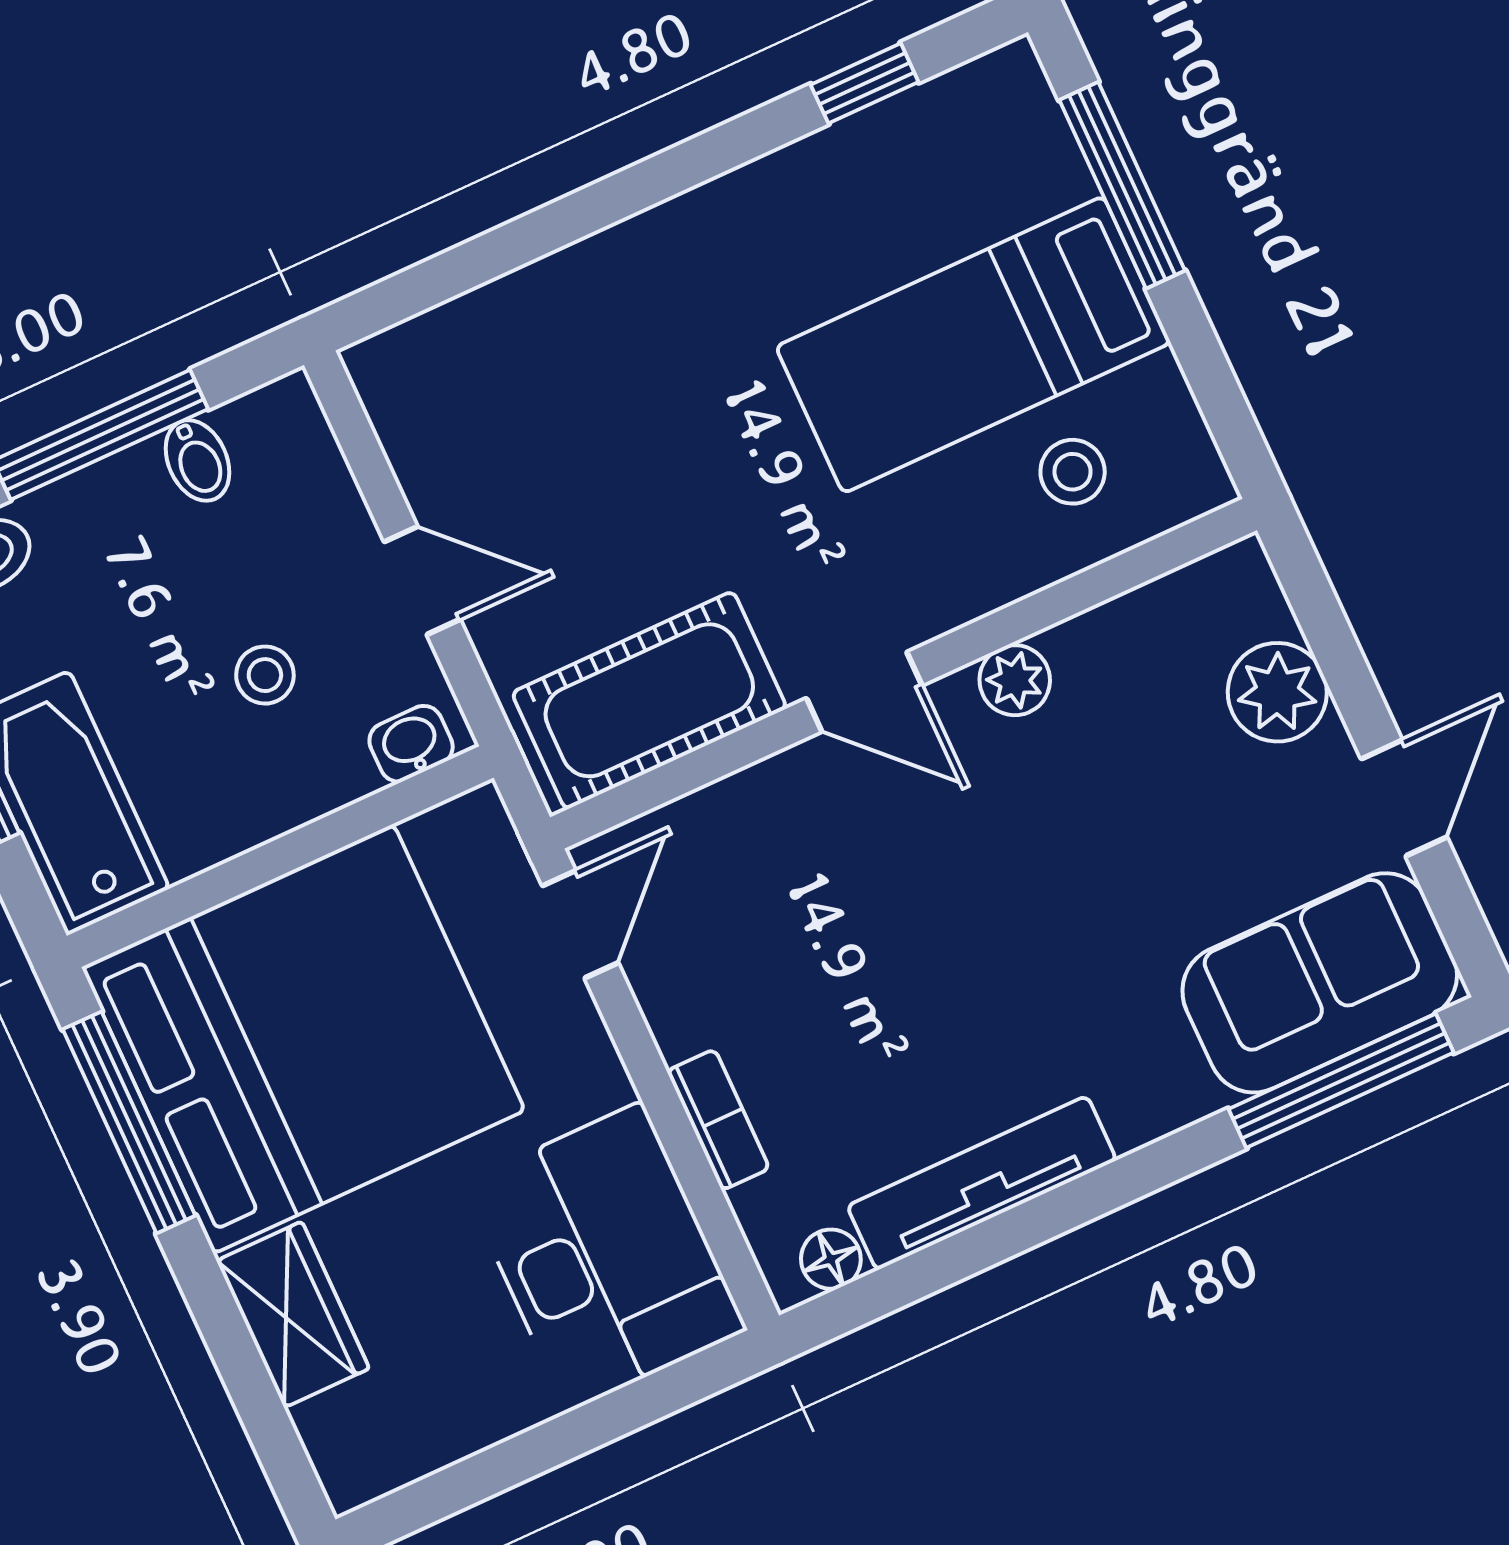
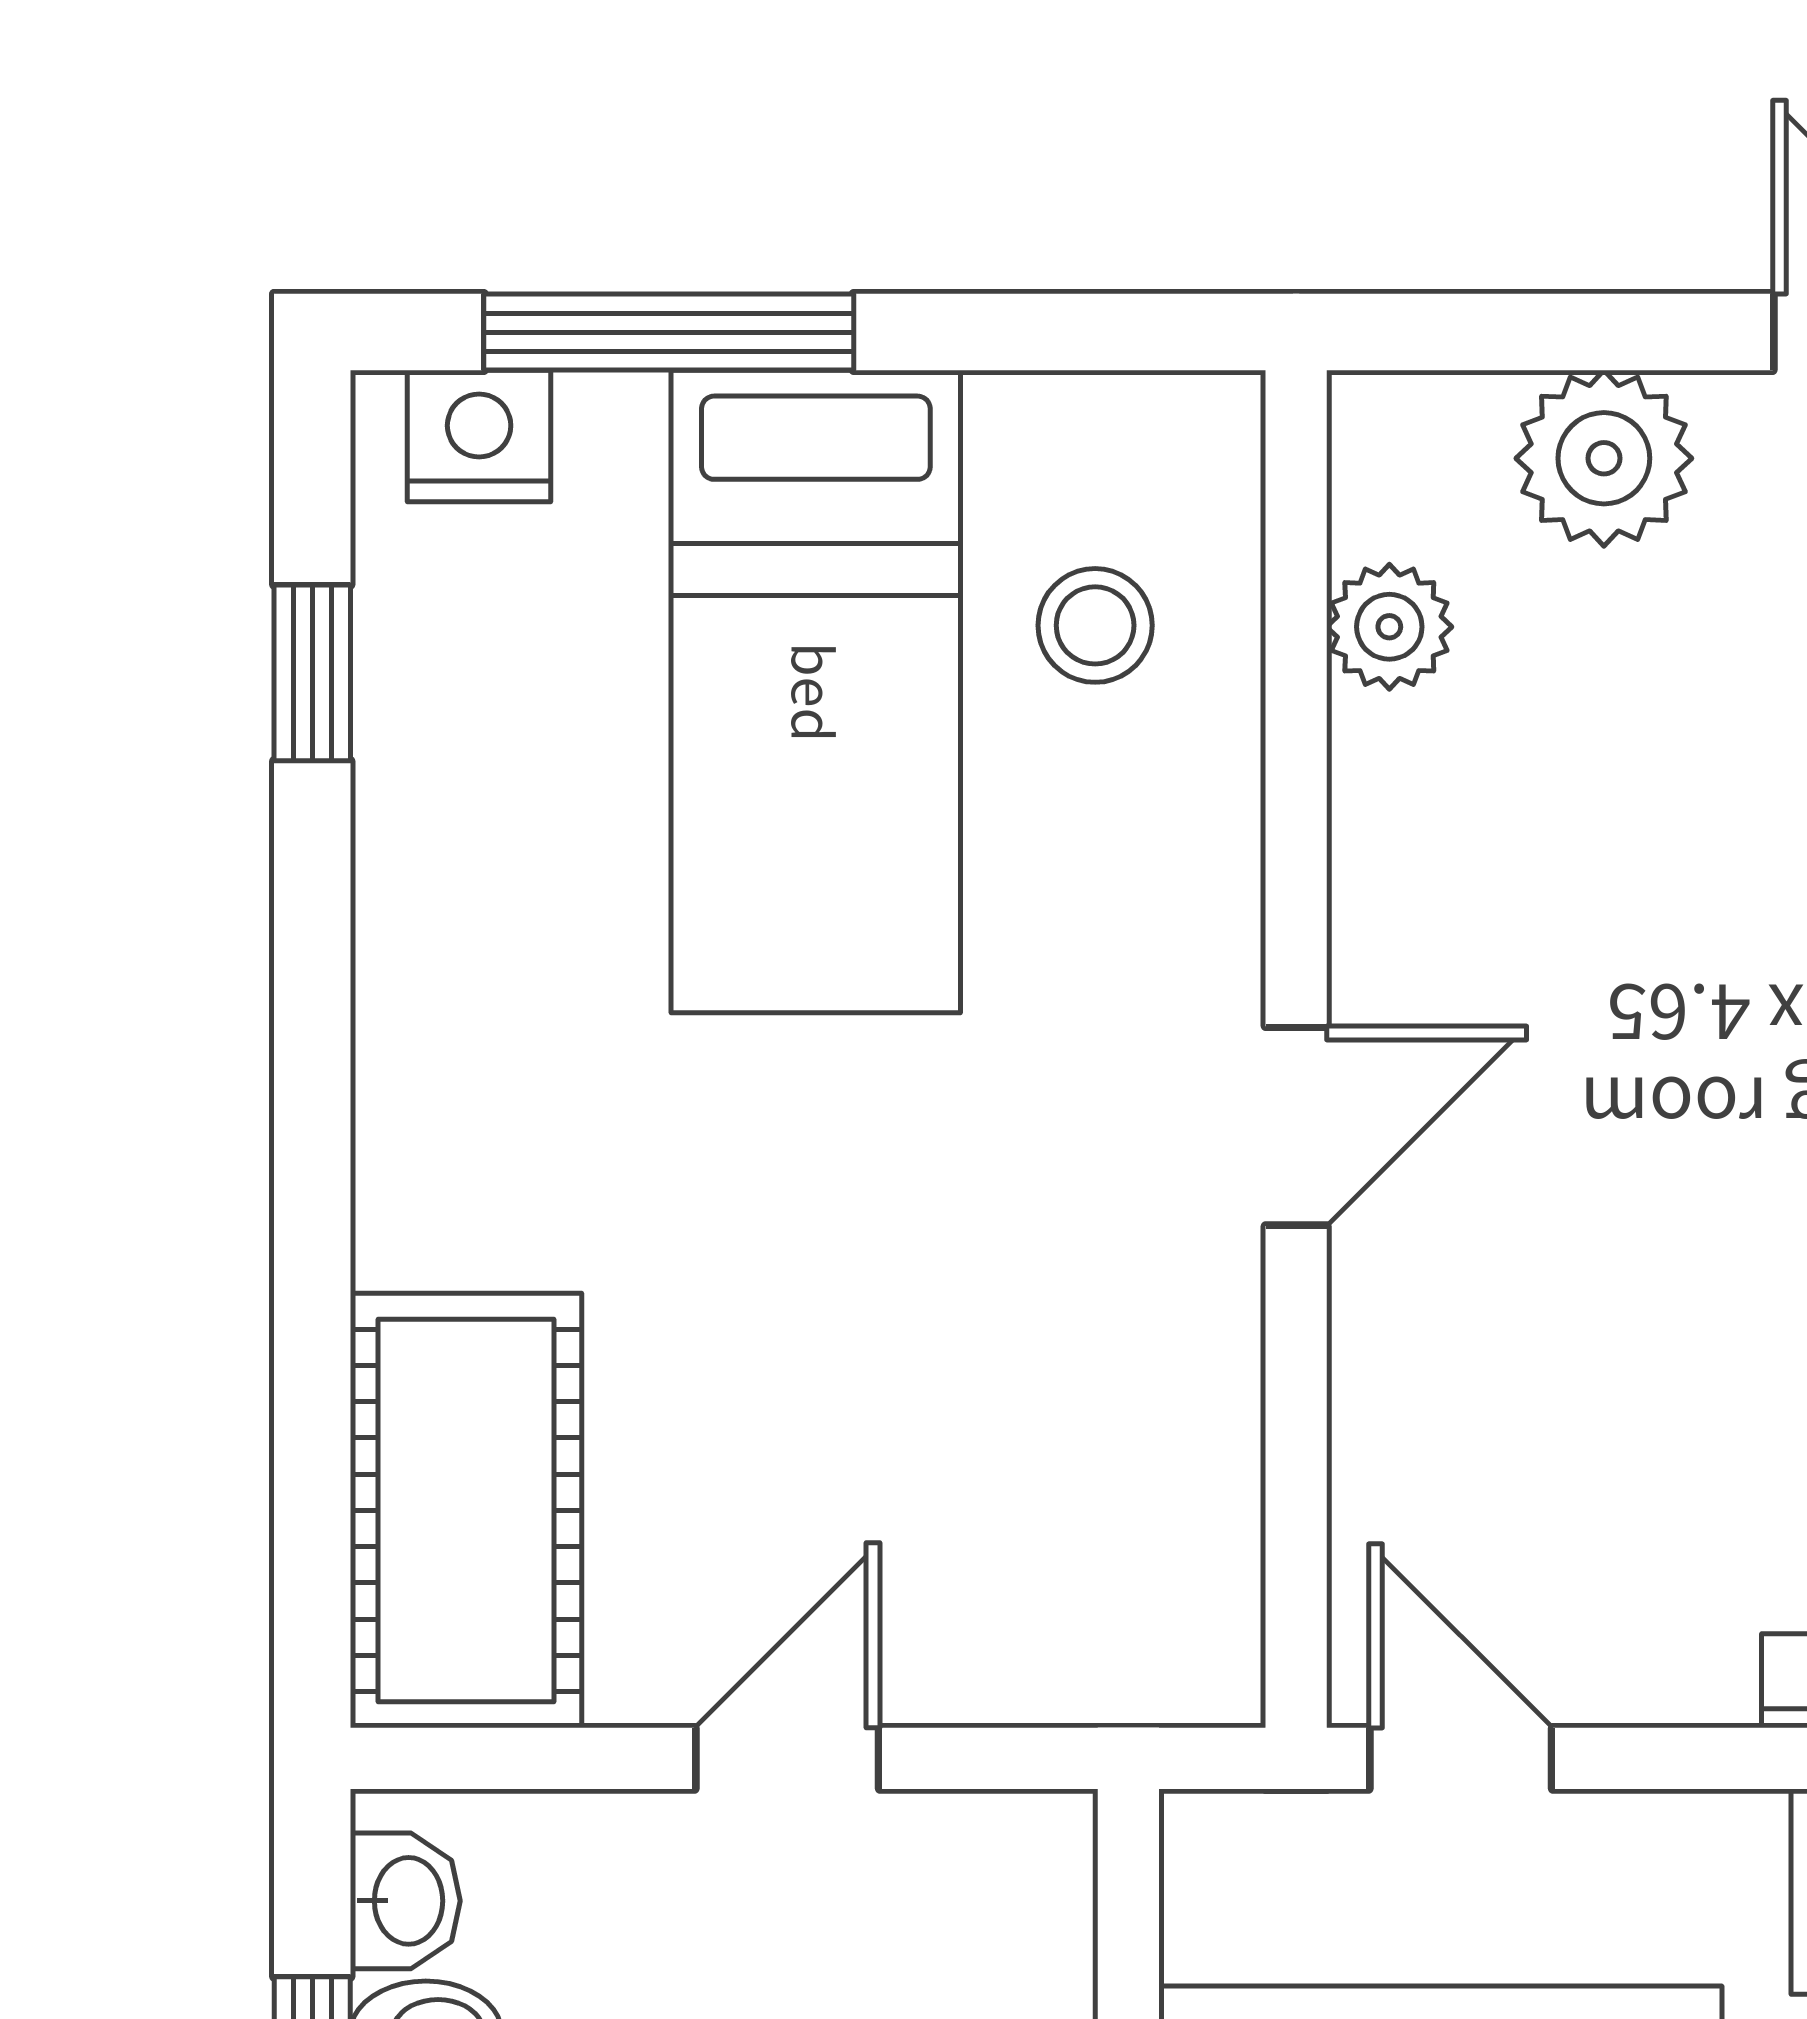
nightstand: (1025, 113) -> (479, 436), added
plant: (1015, 680) -> (1389, 627), moved
cot: (649, 700) -> (466, 1510), moved
washbasin: (411, 744) -> (405, 1901), moved, turned 180

